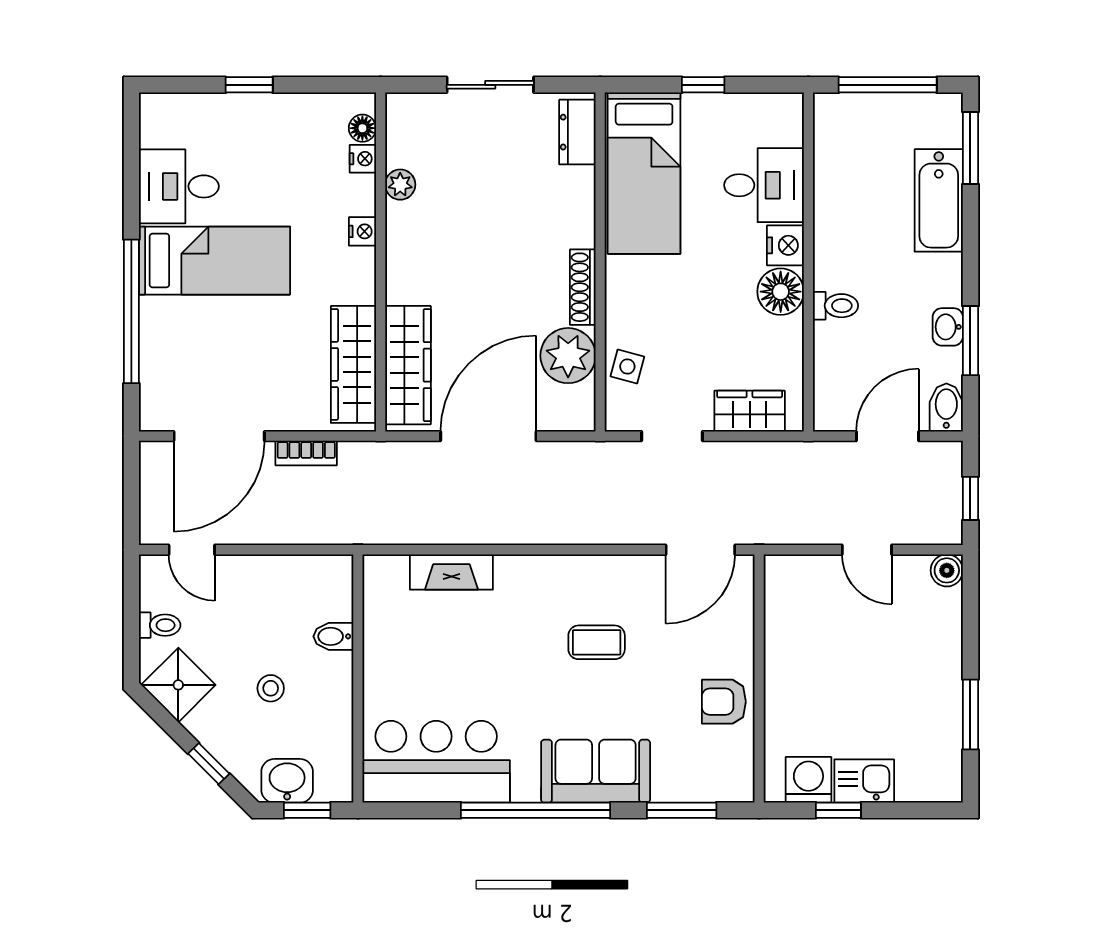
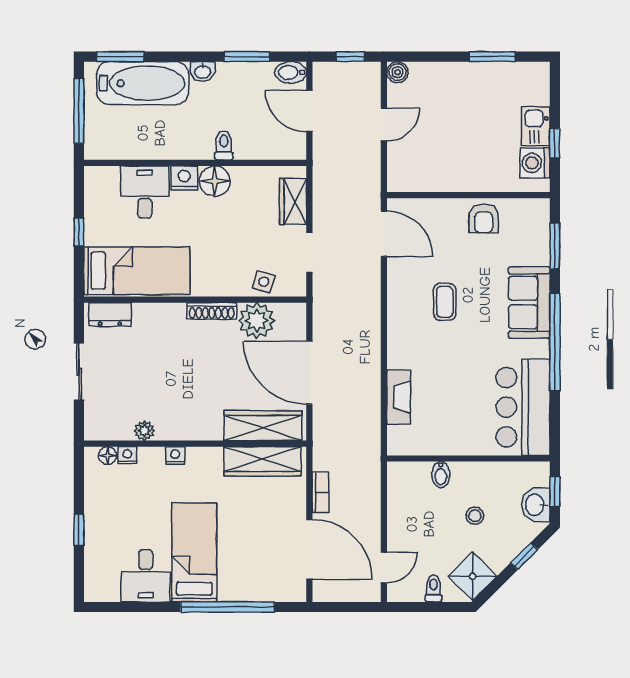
bathtub: (939, 200) -> (143, 83), width x1.36, depth x1.36
washbasin: (948, 327) -> (203, 72), moved

